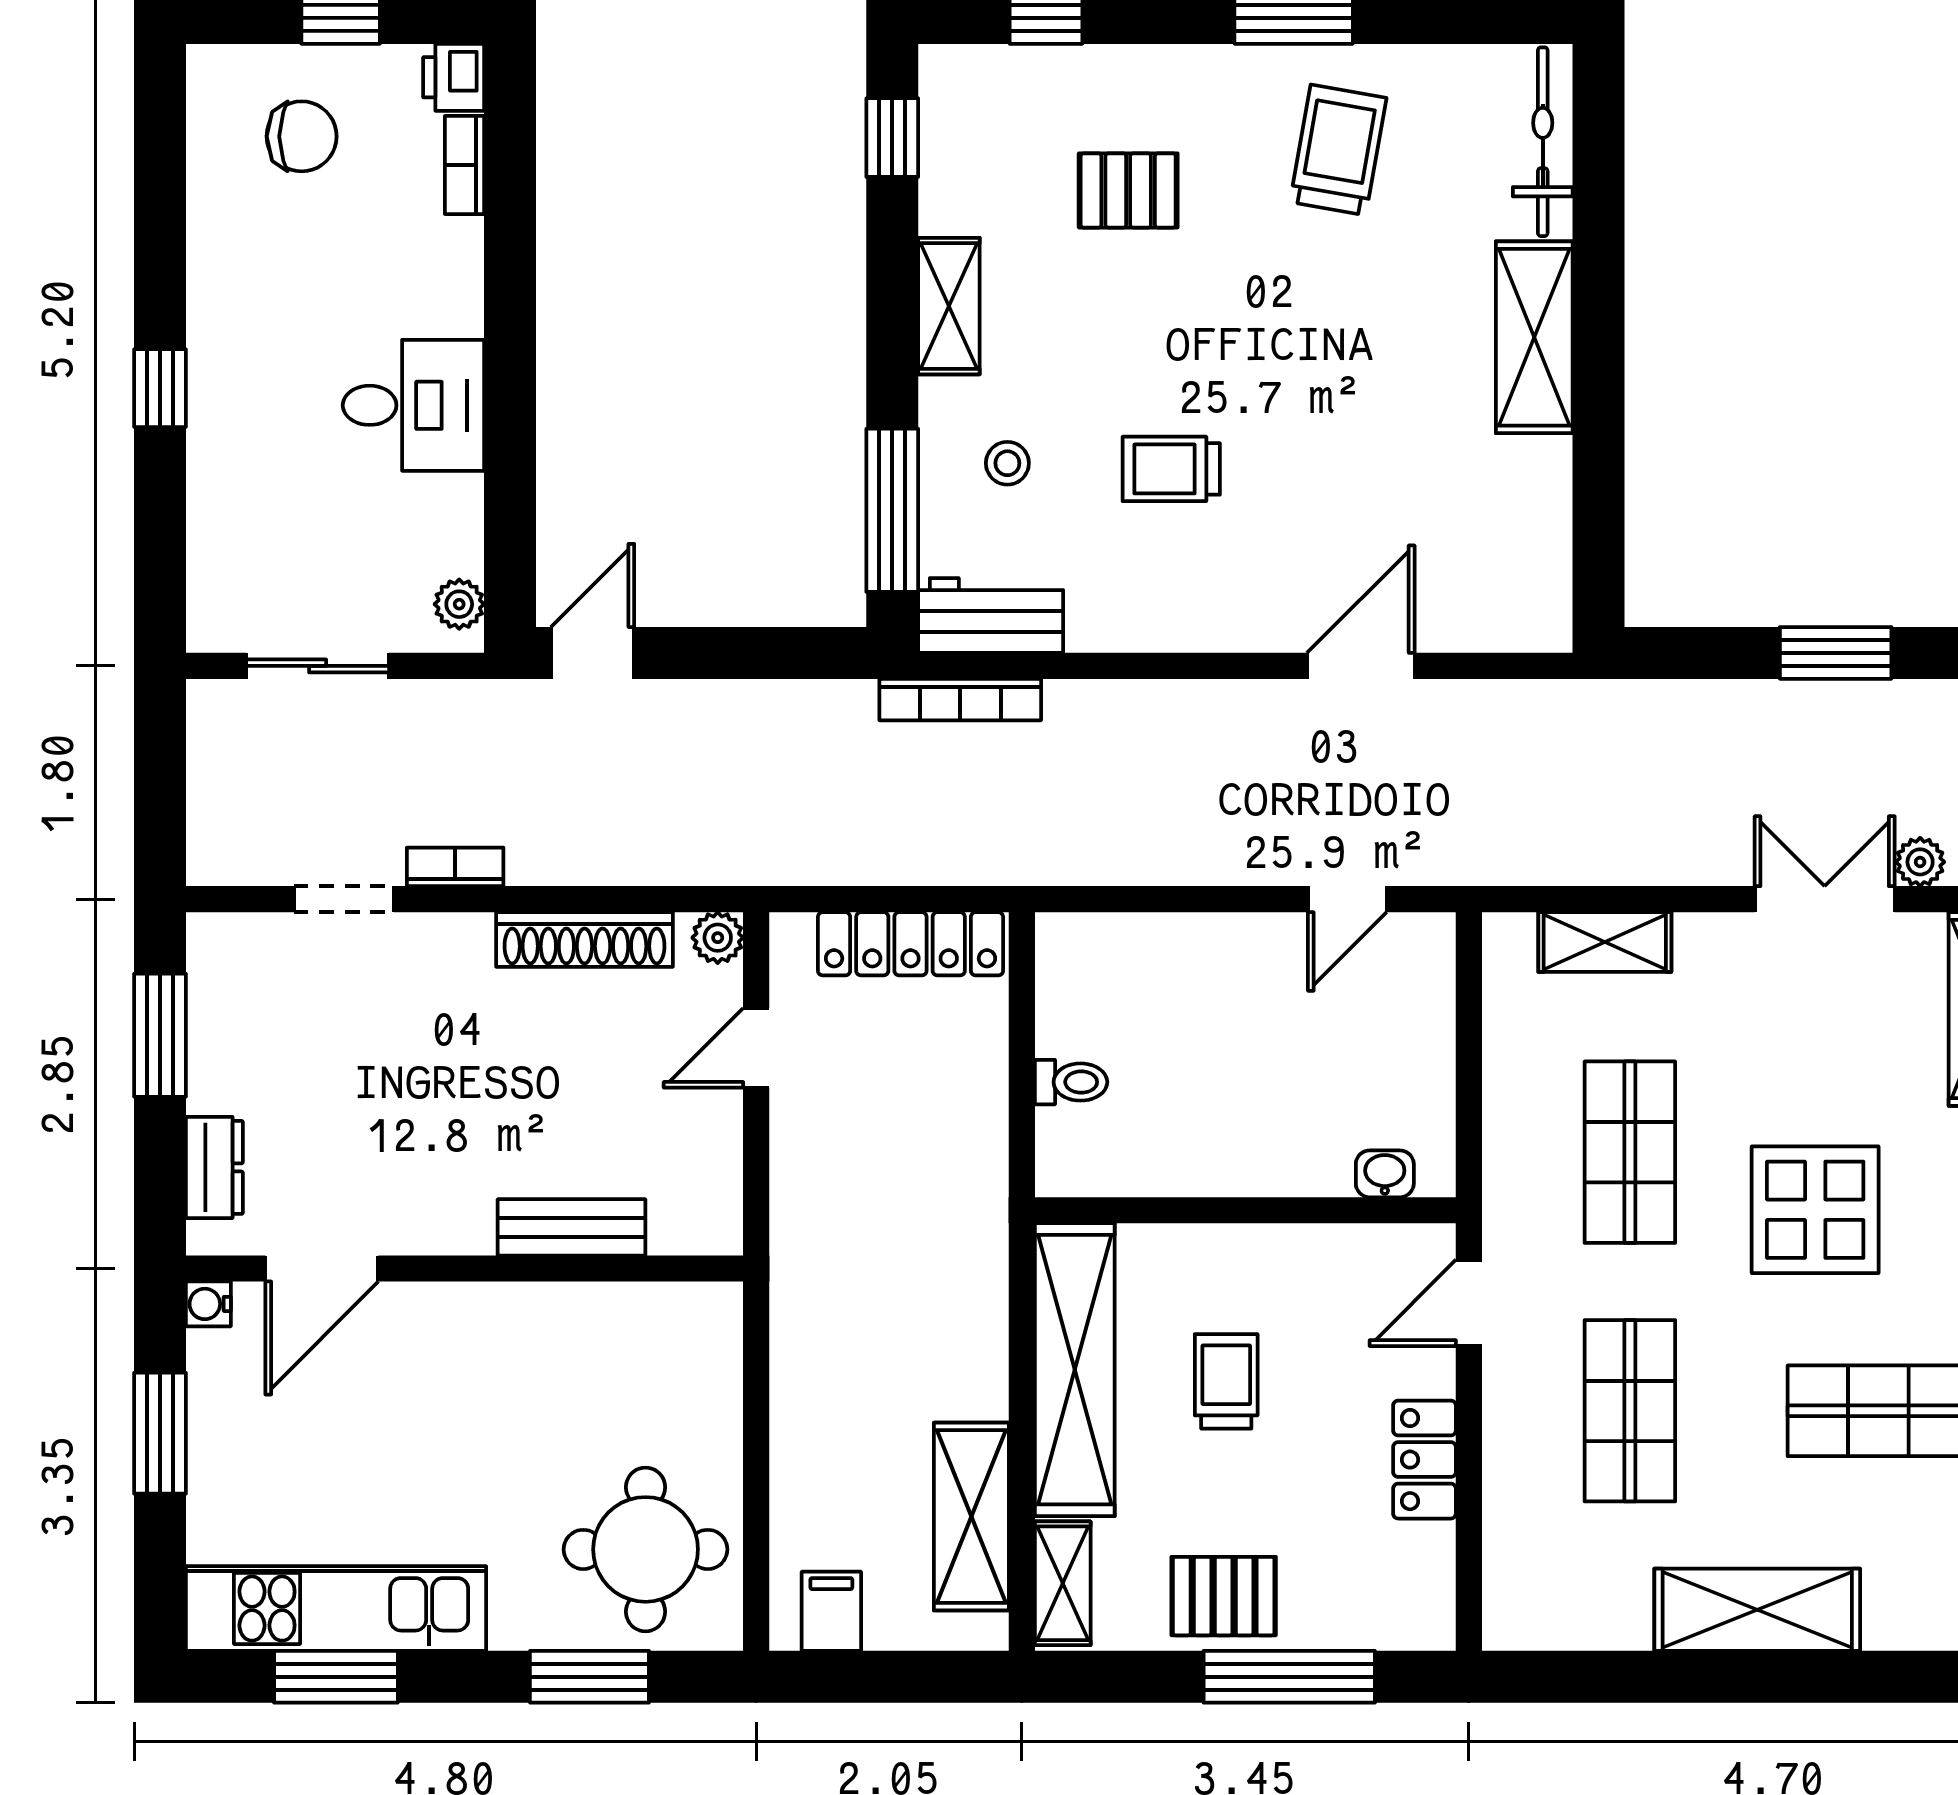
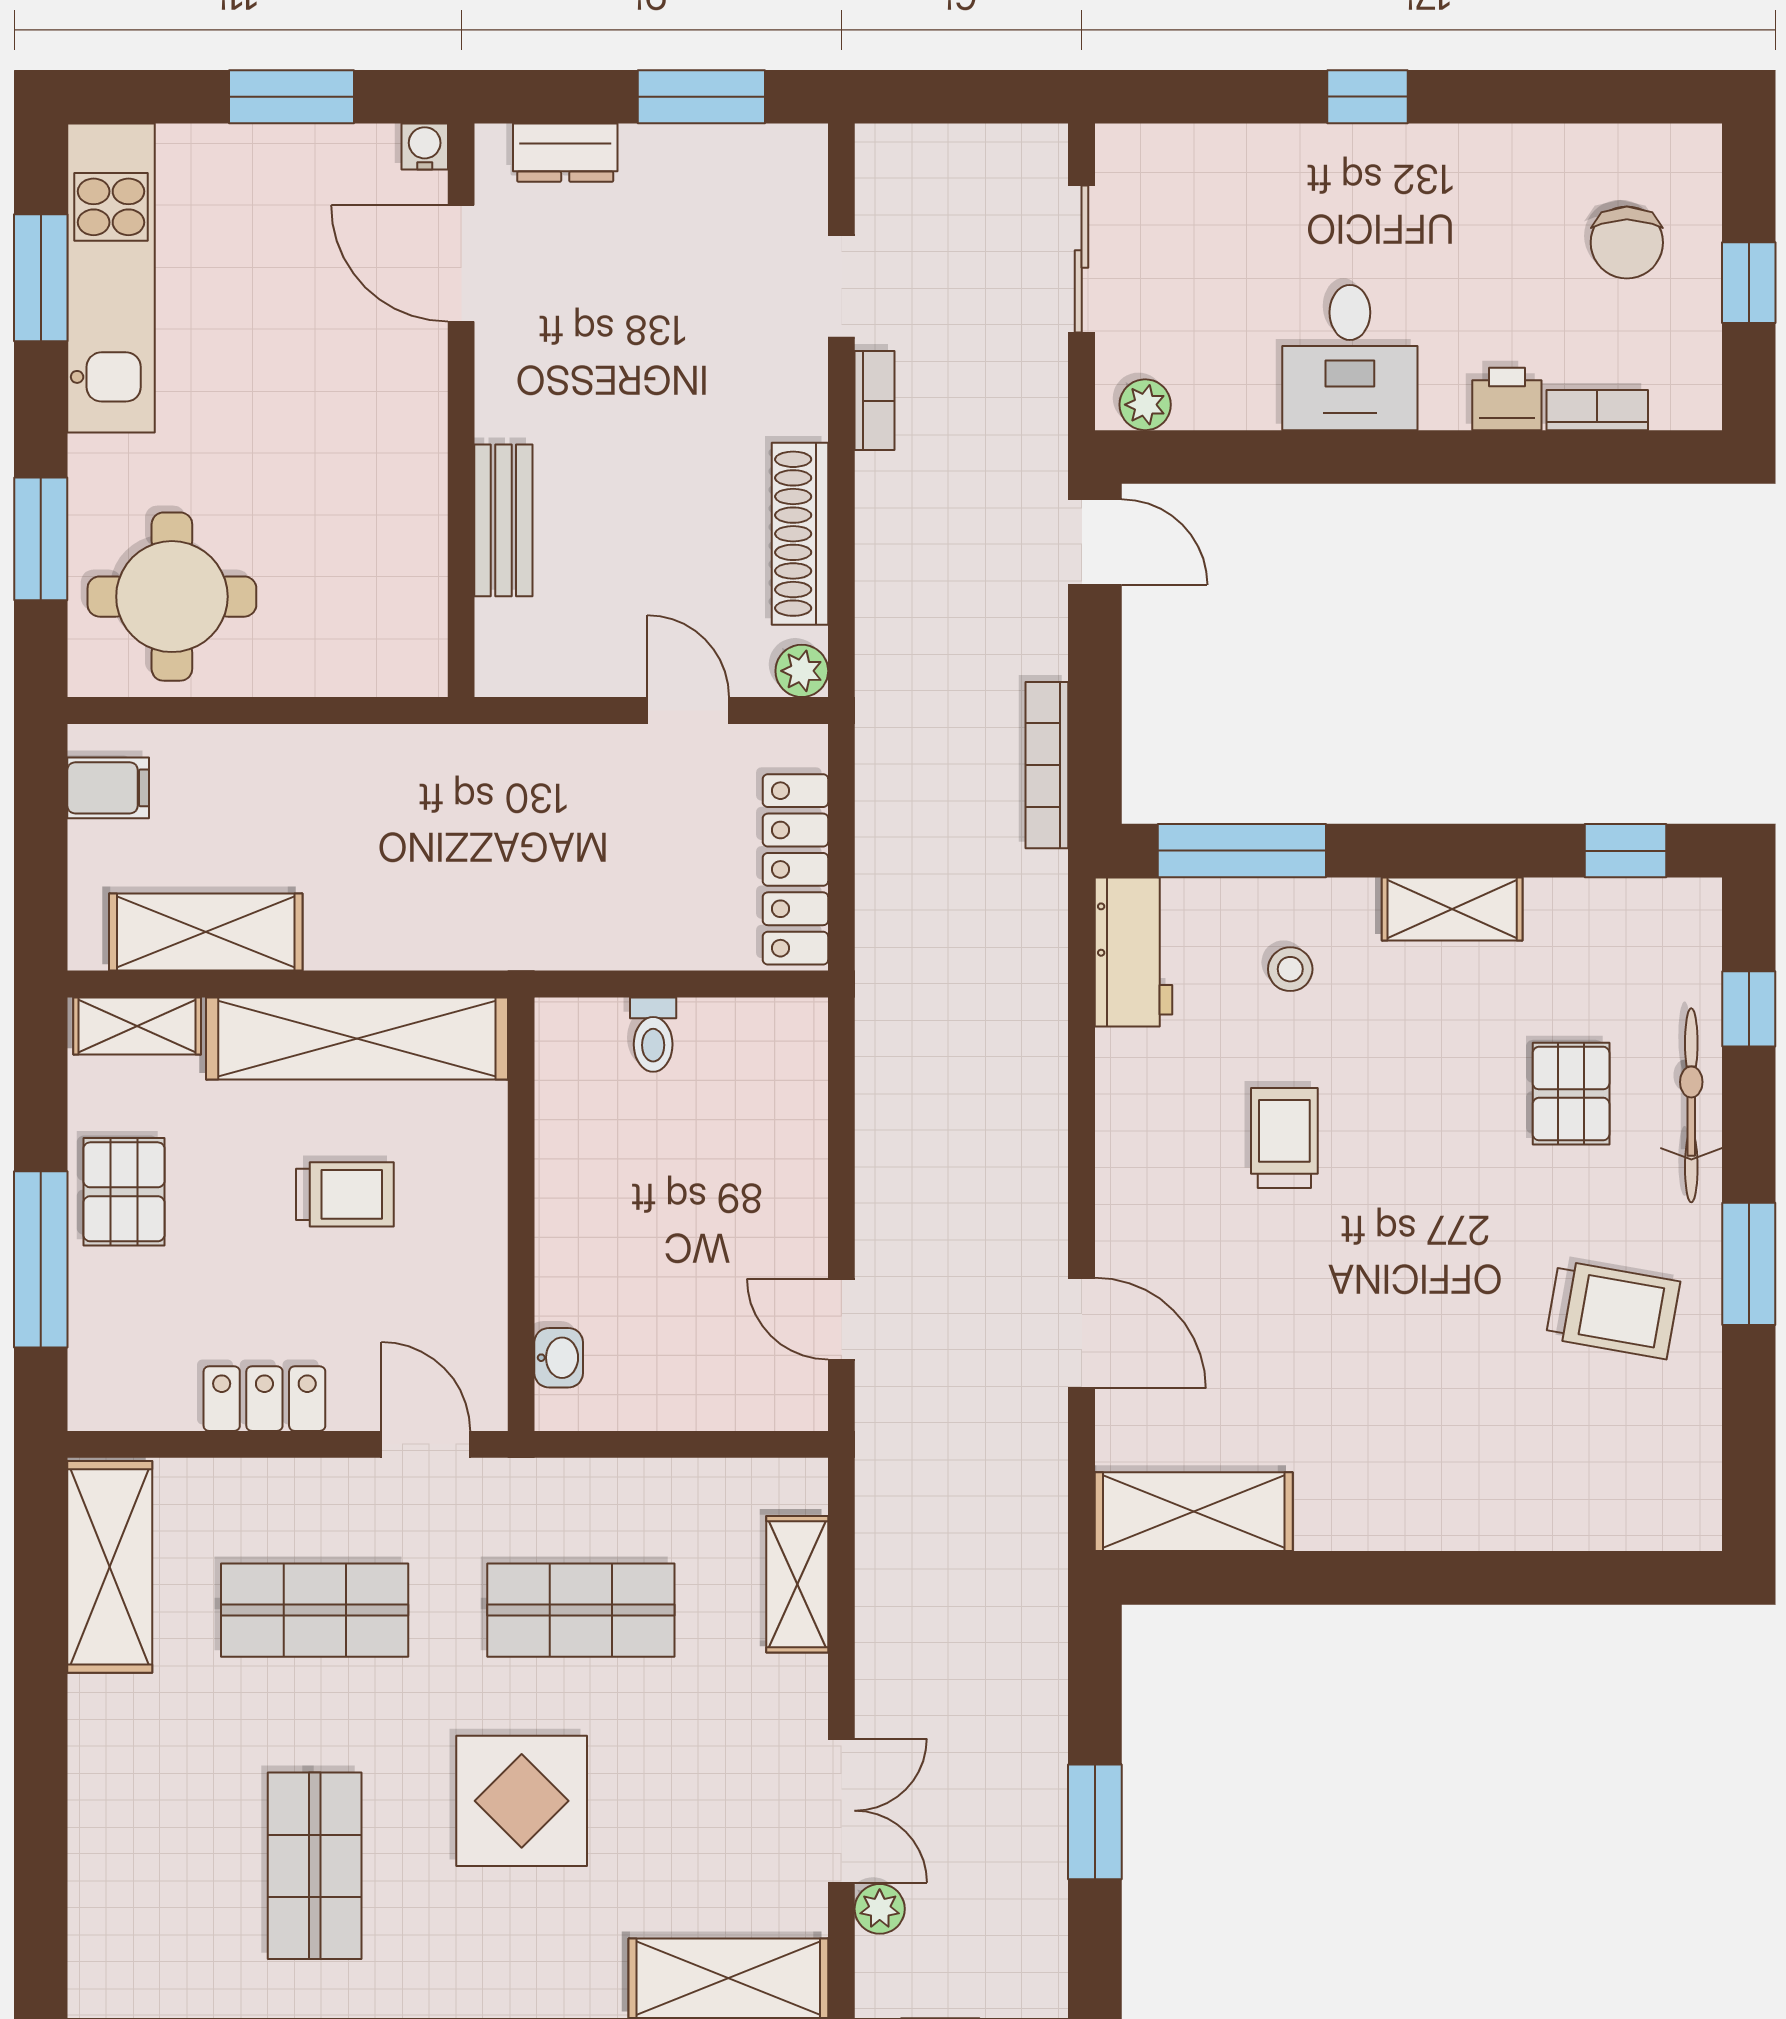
printer: (454, 77) -> (1507, 399), moved
bicycle: (1543, 142) -> (1691, 1105), moved, turned -90
shelving: (1534, 337) -> (1194, 1512), moved
bookcase: (960, 700) -> (1047, 765), moved
shelving: (1757, 1610) -> (110, 1567), moved

